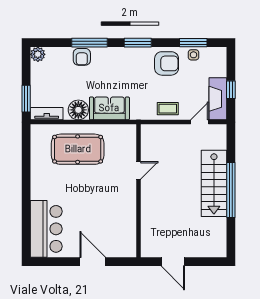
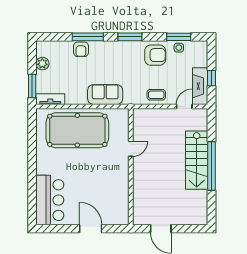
plant: (38, 54) -> (42, 64), moved
floor lamp: (78, 110) -> (78, 96), removed
pool table: (78, 149) -> (77, 130), width x1.36, depth x1.32

